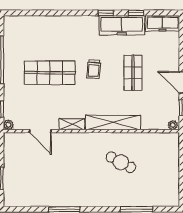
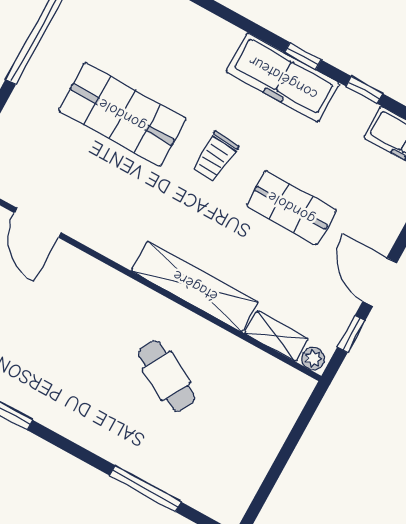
freezer: (122, 25) -> (283, 78), moved
shop shelf: (133, 73) -> (291, 208), turned 90
shelving: (72, 124) -> (276, 336), moved

